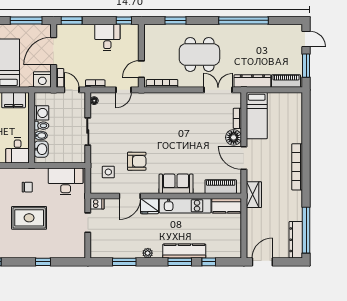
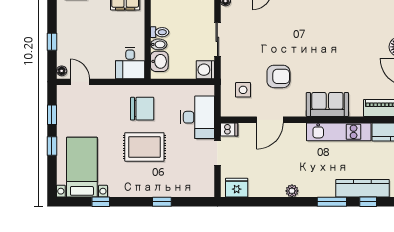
washing machine: (41, 113) -> (205, 70), moved, turned 180
desk: (66, 181) -> (198, 117), moved, turned 90
chair: (27, 187) -> (142, 109), width x1.87, depth x1.87
fridge: (149, 206) -> (237, 188), moved, turned 180
kitchen counter: (184, 251) -> (362, 188), moved
window: (124, 262) -> (263, 202), removed

